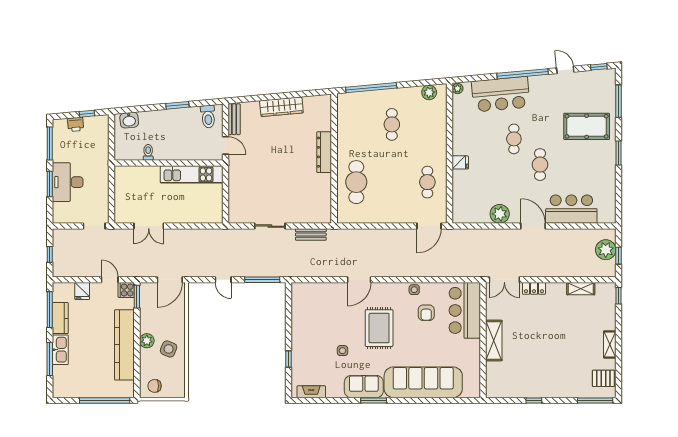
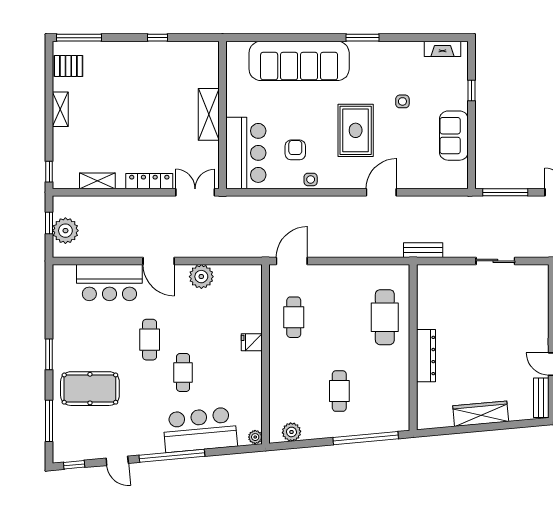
bench: (311, 235) -> (423, 250), moved
locker: (534, 288) -> (149, 181), width x1.53
sofa: (364, 387) -> (454, 136), moved, turned 90

